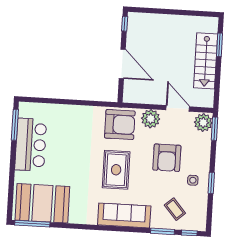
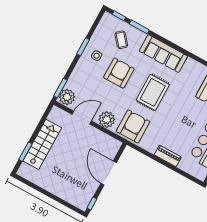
door: (178, 108) -> (82, 118), swing flipped
piano: (69, 111) -> (168, 156), added
armchair: (120, 125) -> (133, 126), turned 90
armchair: (167, 158) -> (119, 73), moved

